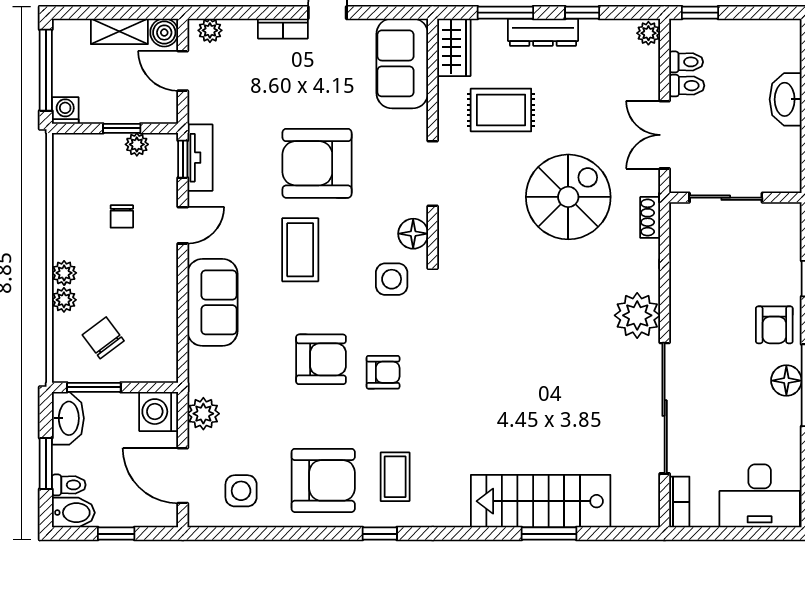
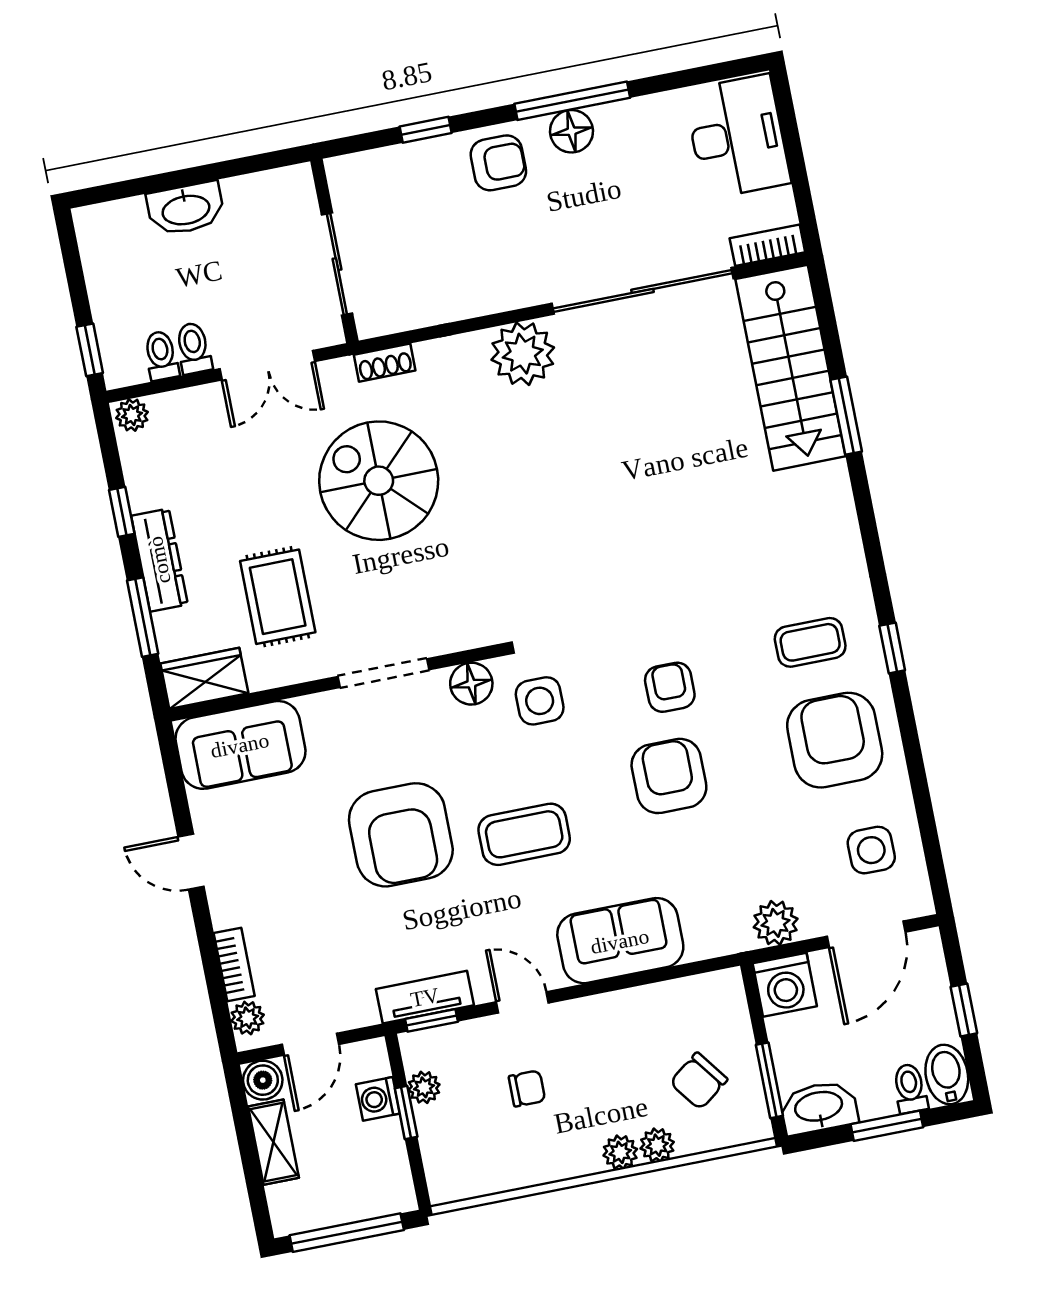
bookcase: (283, 29) -> (234, 965), moved
washing machine: (65, 111) -> (378, 1099), moved
stairs: (541, 501) -> (790, 368), moved

